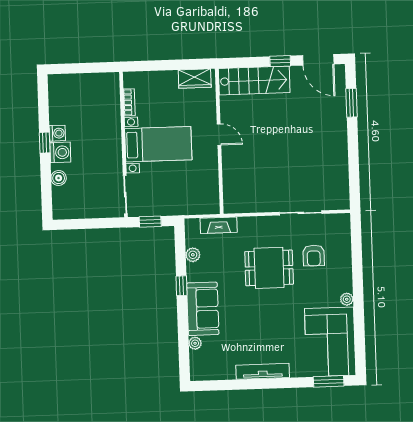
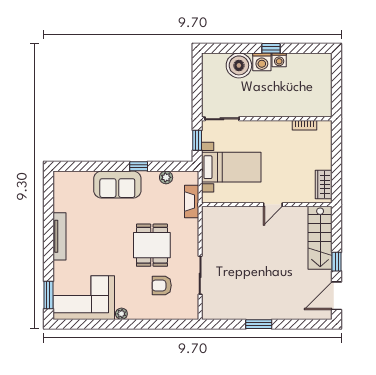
window: (351, 103) -> (259, 324), moved
bed with nightstands: (158, 144) -> (231, 167), moved, turned -90
boiler: (59, 178) -> (239, 65), width x1.86, depth x1.86
plant: (195, 343) -> (87, 177), removed

